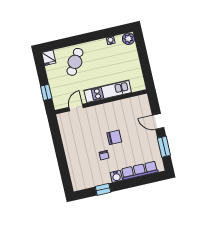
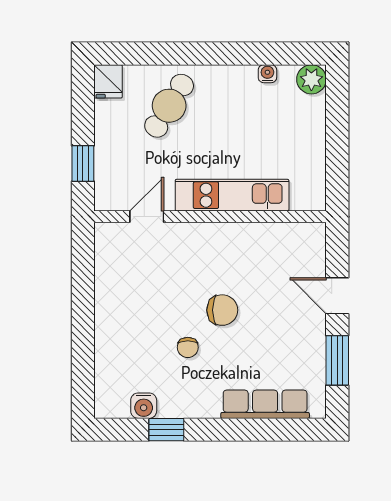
water cooler: (116, 176) -> (144, 406), moved

